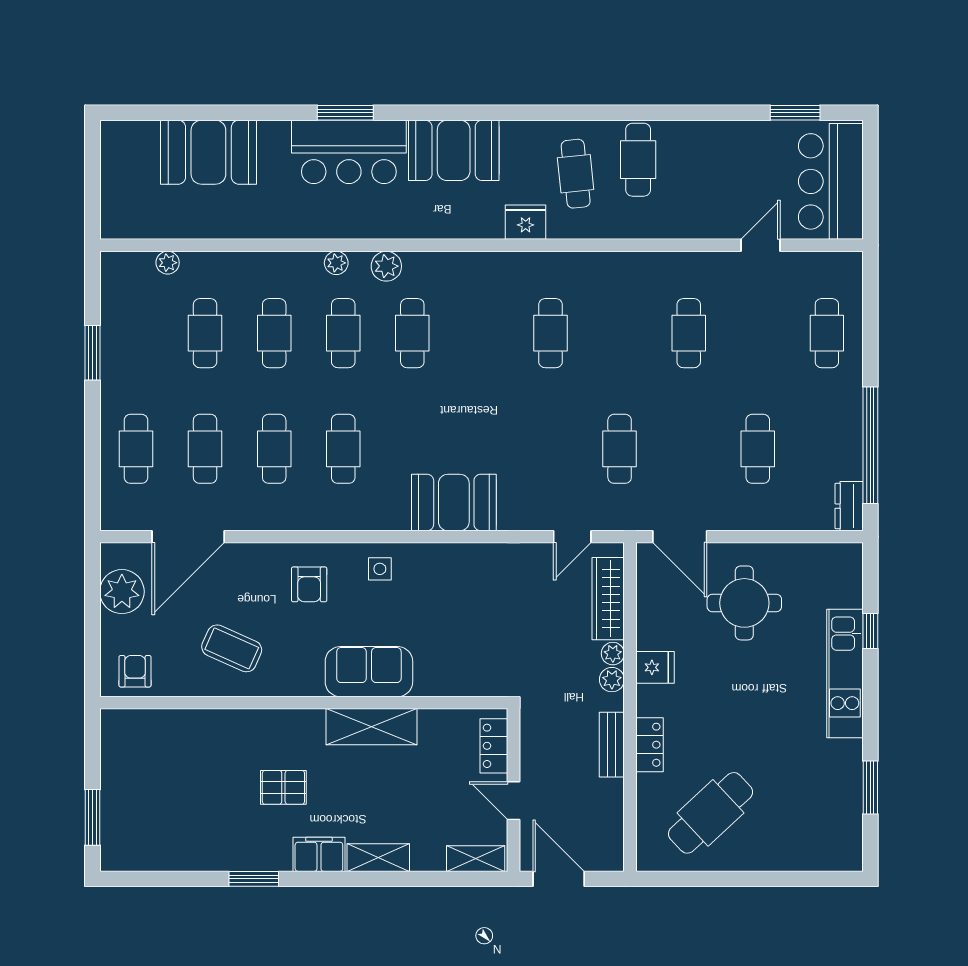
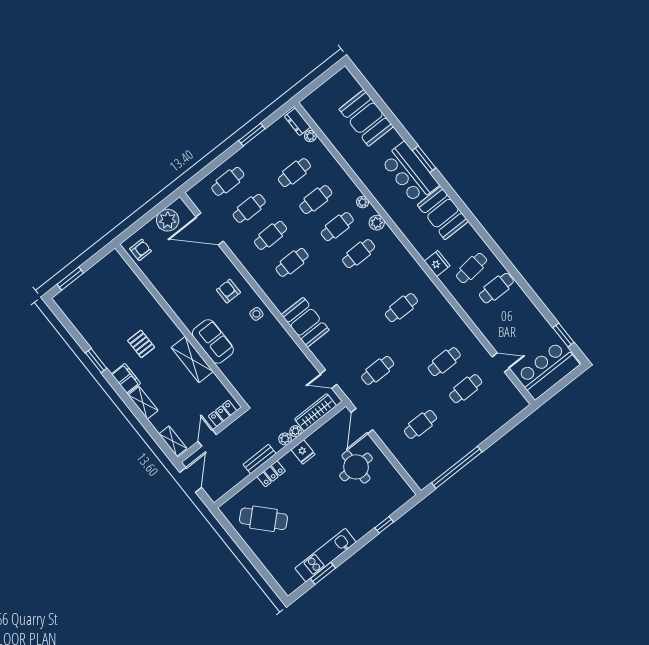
cafe table: (827, 333) -> (466, 389), moved
dresser: (849, 506) -> (297, 122), moved, turned -90
armchair: (309, 584) -> (228, 291), turned 90
coffee table: (232, 648) -> (179, 281), removed
kitchen unit: (845, 673) -> (326, 555), moved

